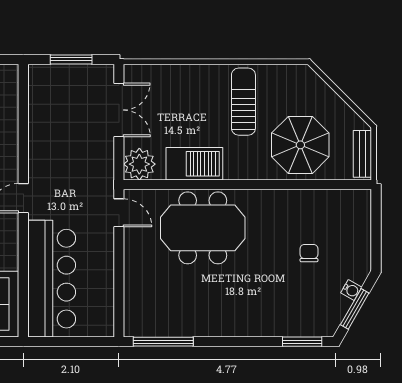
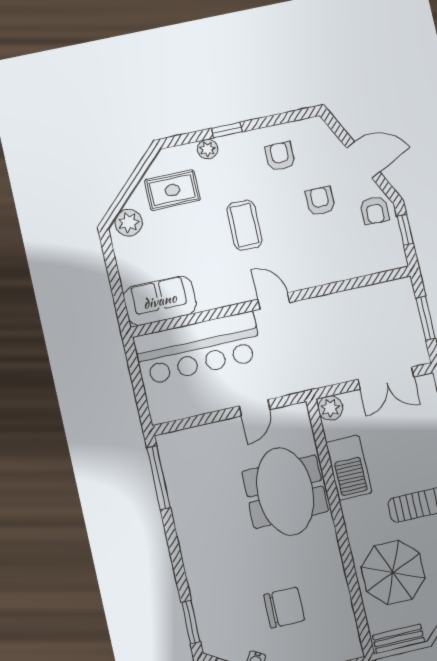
plant: (139, 164) -> (330, 408), width x0.73, depth x0.73
door: (119, 213) -> (255, 408), moved
chair: (309, 253) -> (284, 608), width x1.87, depth x1.87

